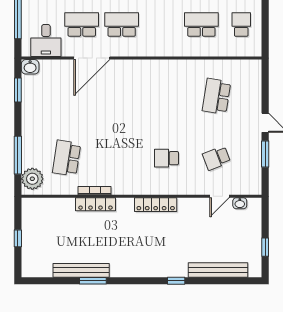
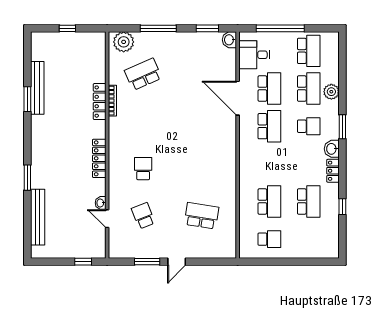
window: (18, 155) -> (158, 28), moved
school desk: (67, 158) -> (143, 74), turned -33
washbasin: (240, 203) -> (101, 203), moved
window: (265, 247) -> (83, 262), moved
window: (176, 281) -> (27, 178), width x1.50

